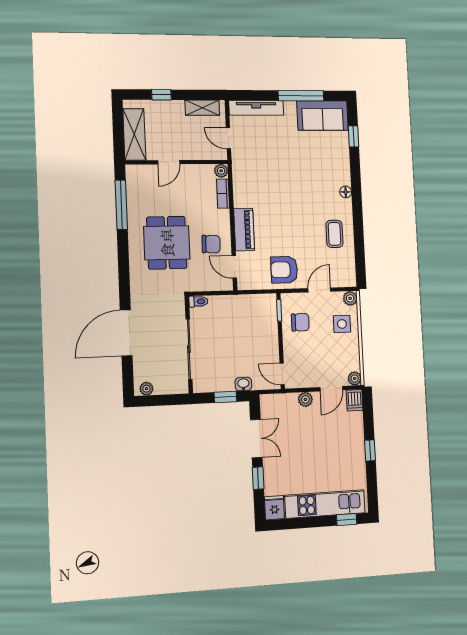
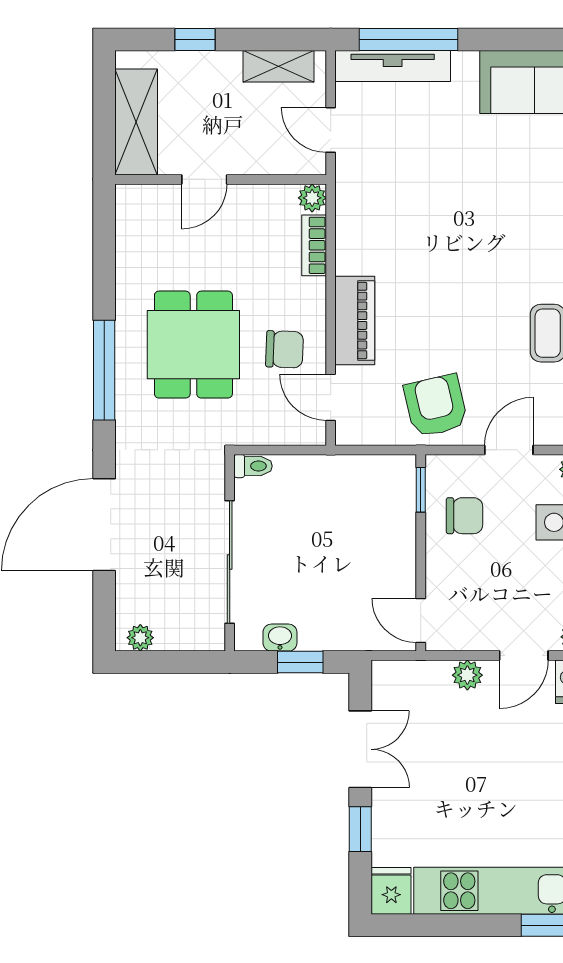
window: (301, 96) -> (408, 39), moved
window: (121, 205) -> (104, 370), moved
armchair: (284, 270) -> (436, 406), turned 77
washbasin: (243, 384) -> (280, 638), moved

